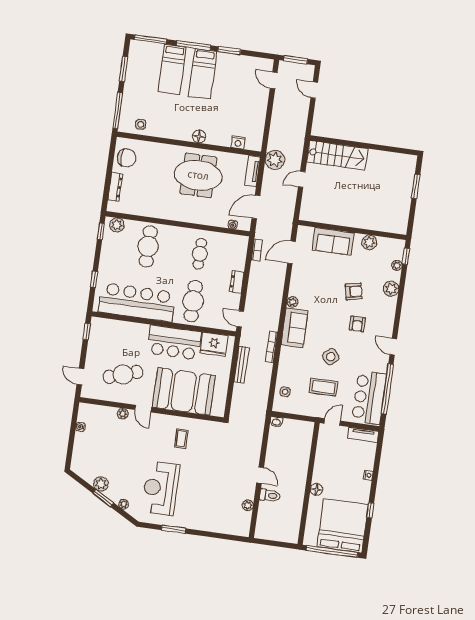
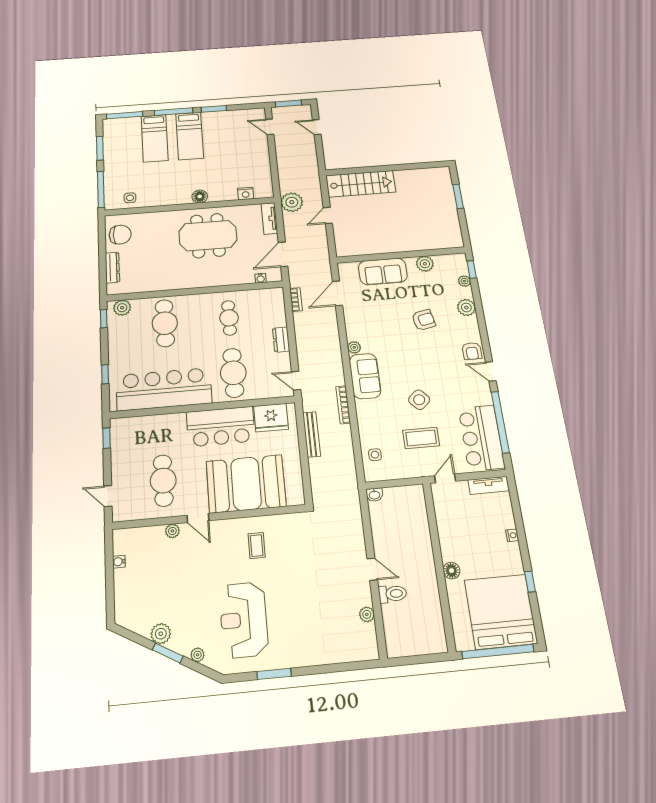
armchair: (357, 324) -> (472, 351), moved
cafe table: (123, 374) -> (163, 481), turned -72

